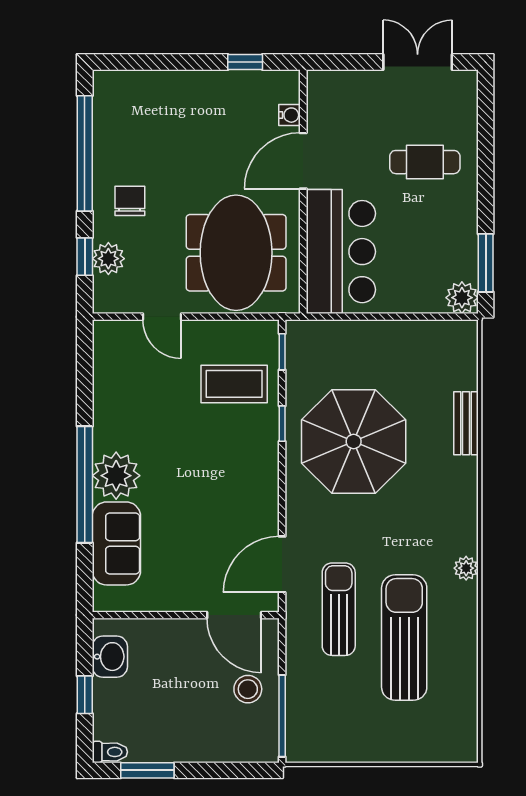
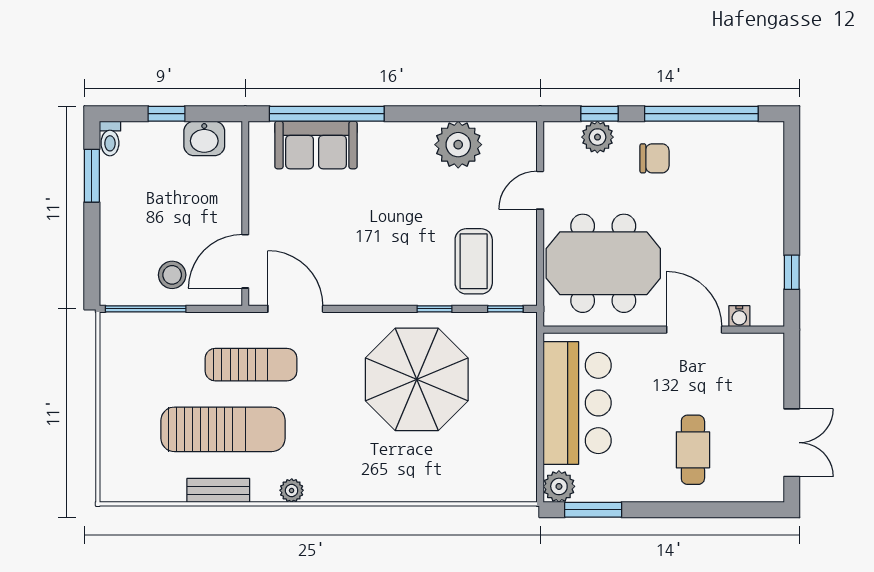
bar counter: (341, 252) -> (577, 403), moved, turned -90
bench: (466, 423) -> (218, 490), moved
plant: (116, 476) -> (458, 145), moved
window: (85, 485) -> (327, 114), moved

